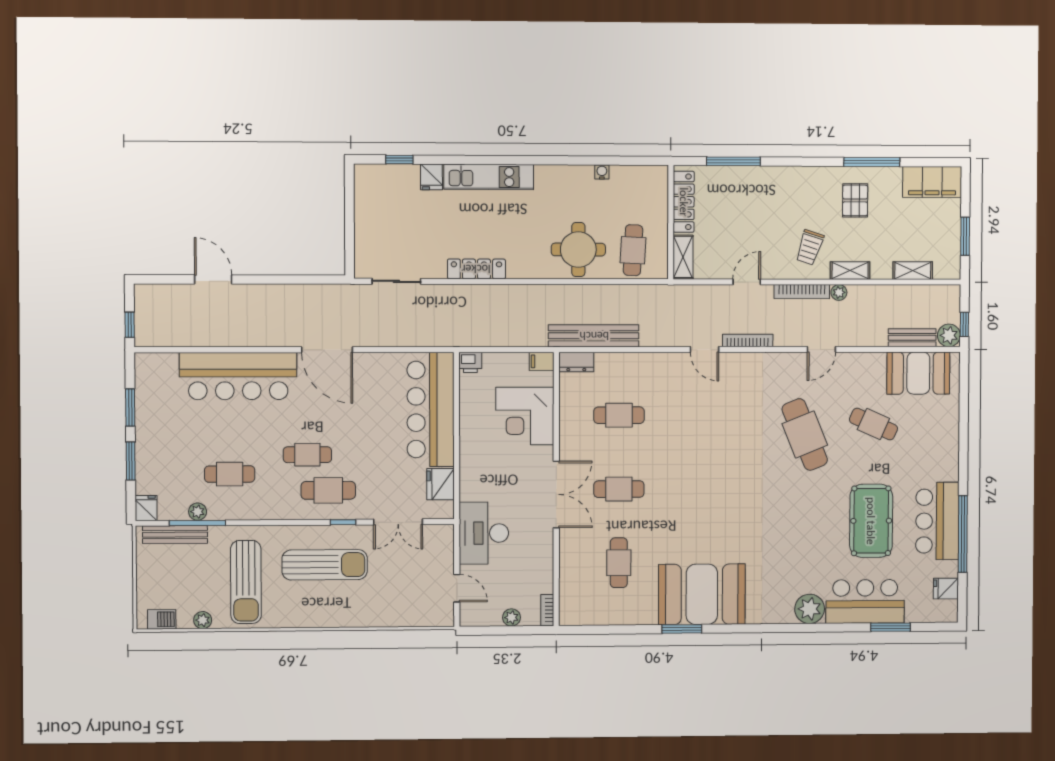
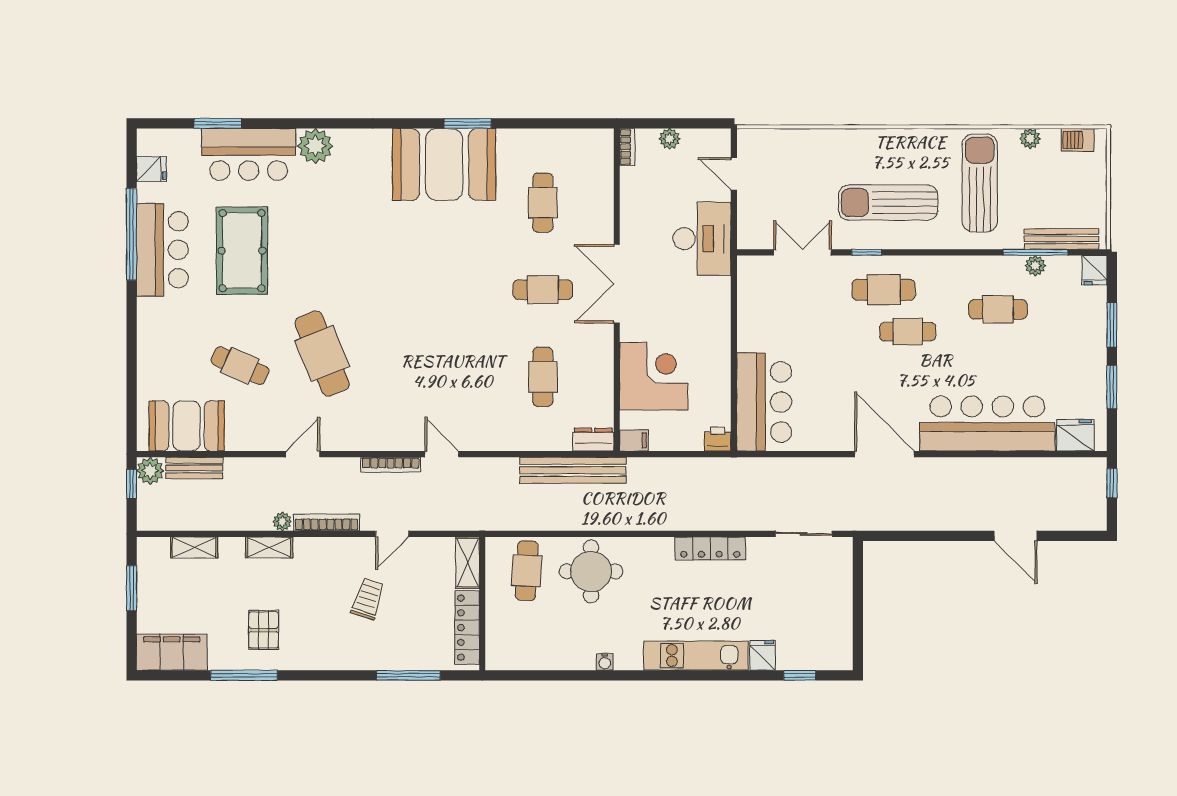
water cooler: (602, 172) -> (605, 662), moved
trolley: (810, 247) -> (368, 599), moved
bar counter: (431, 410) -> (764, 402), width x0.73
cafe table: (619, 415) -> (543, 377), turned 90
fridge: (440, 484) -> (1076, 435), moved, turned -90

